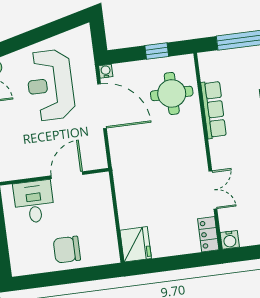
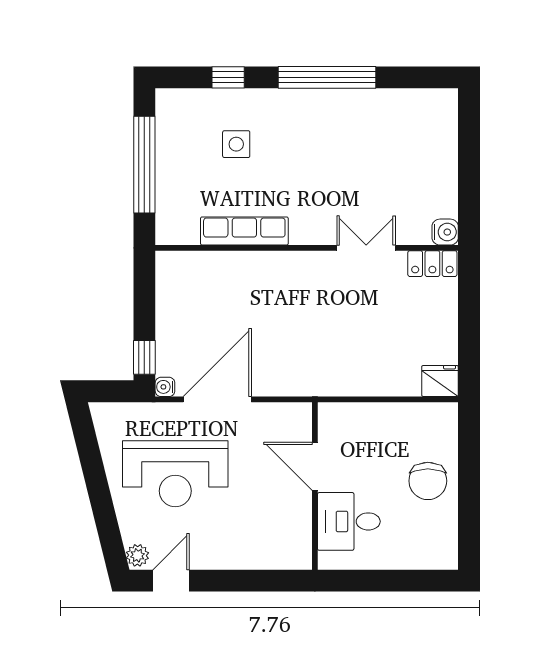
window: (157, 51) -> (144, 357), moved
round table: (172, 93) -> (212, 291), removed
fridge: (136, 244) -> (440, 381), width x0.73, depth x0.75

